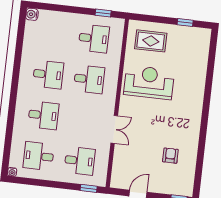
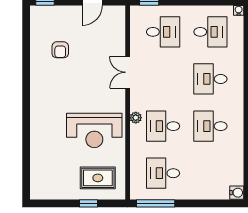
window: (103, 13) -> (156, 203), width x2.17
window: (185, 23) -> (88, 203), moved
plant: (112, 89) -> (136, 118), added
desk: (80, 161) -> (163, 32), turned 180

